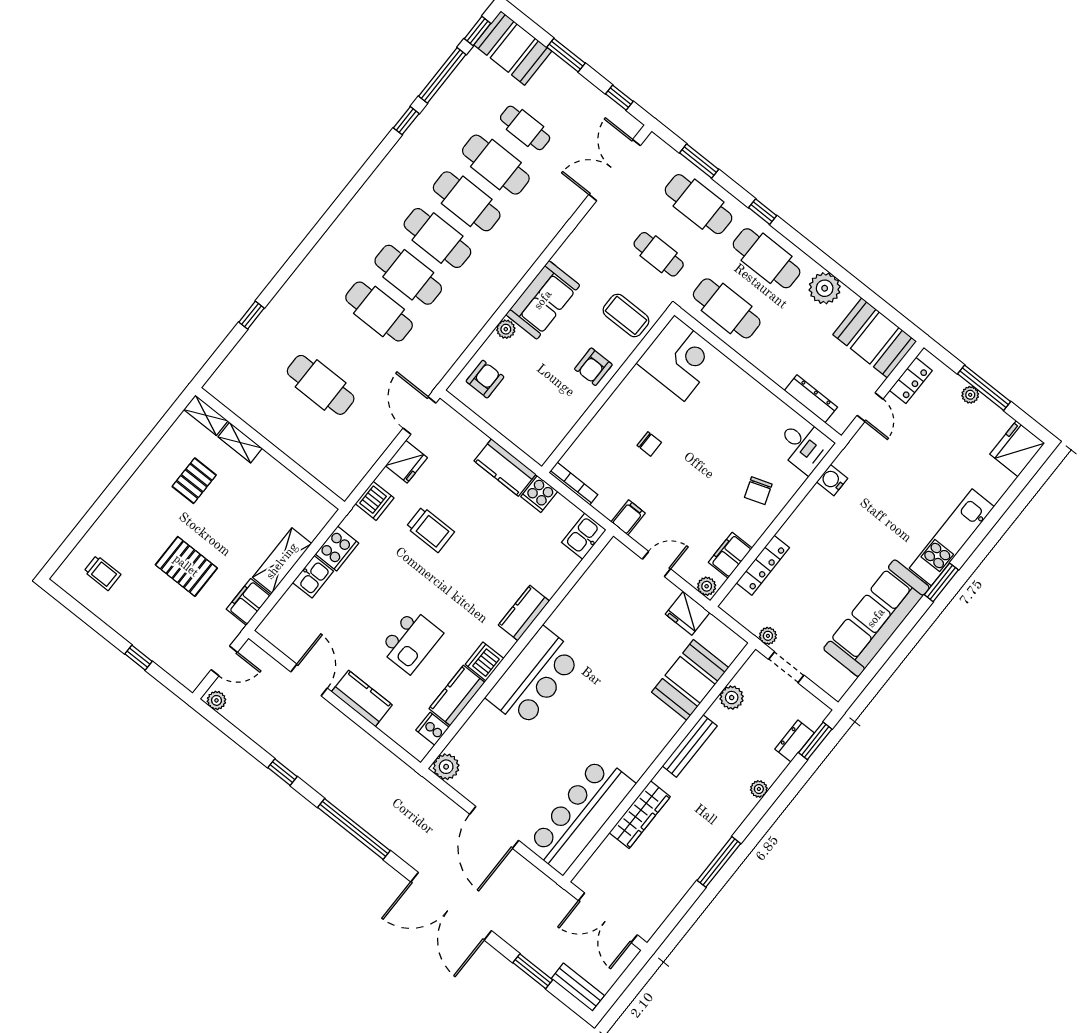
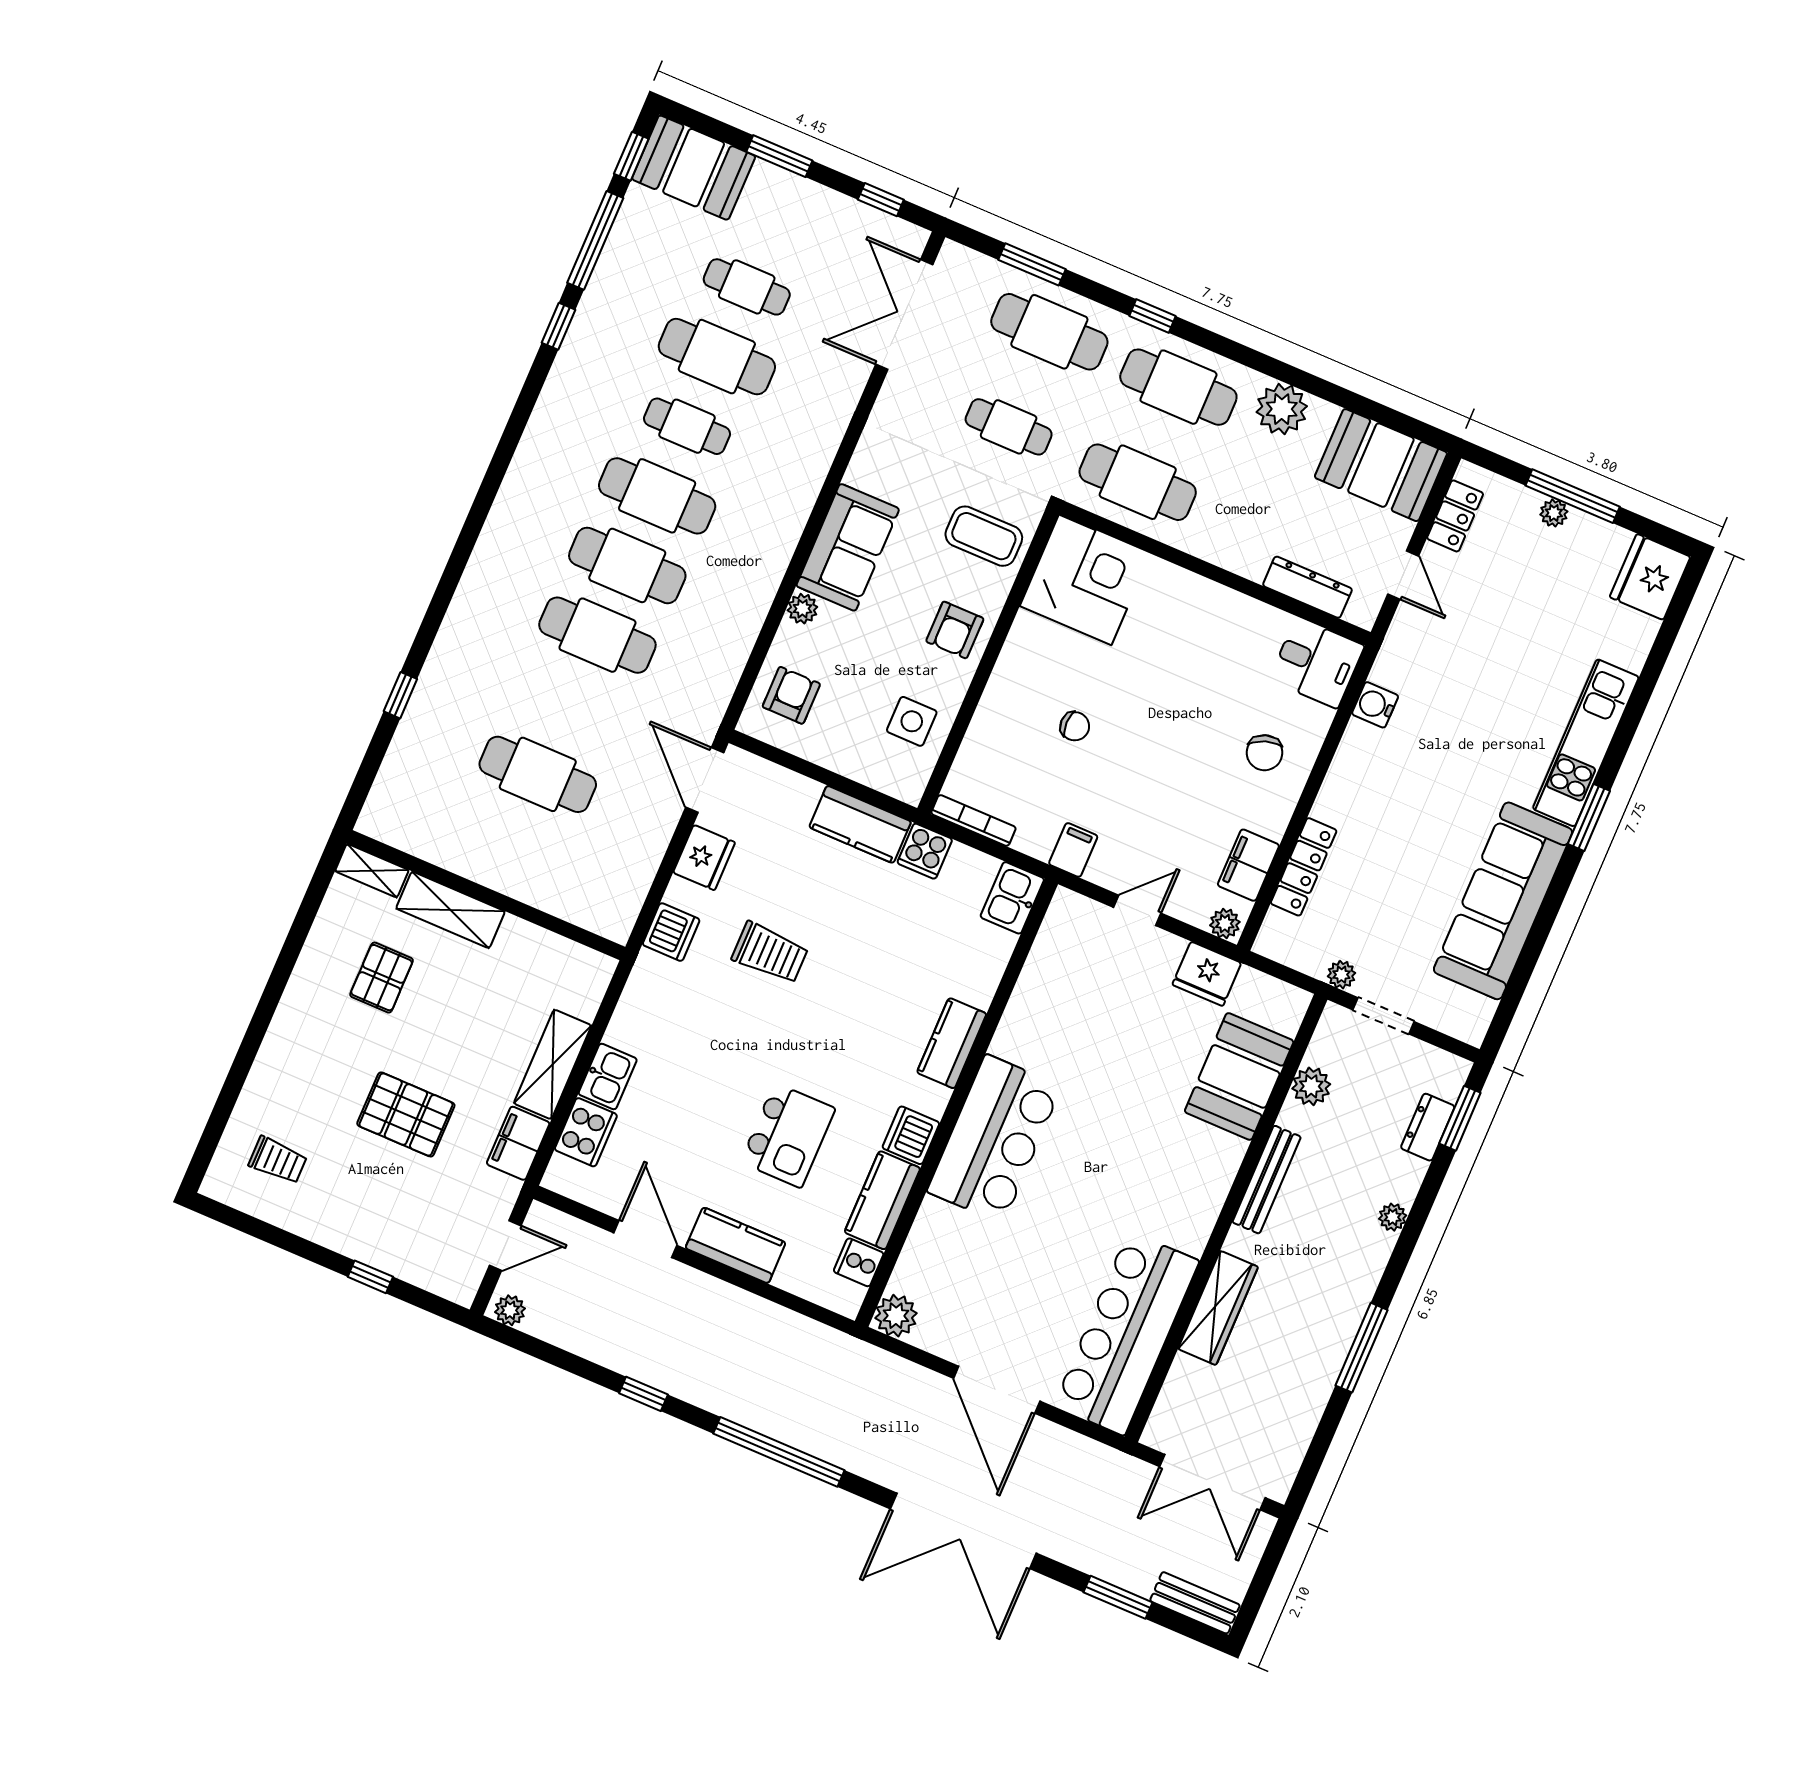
cafe table: (467, 201) -> (687, 426), width x0.73, depth x0.74
side table: (553, 414) -> (912, 721), added
shelving: (240, 443) -> (450, 910), width x1.50, depth x1.33
cooker: (337, 549) -> (586, 1132), moved

